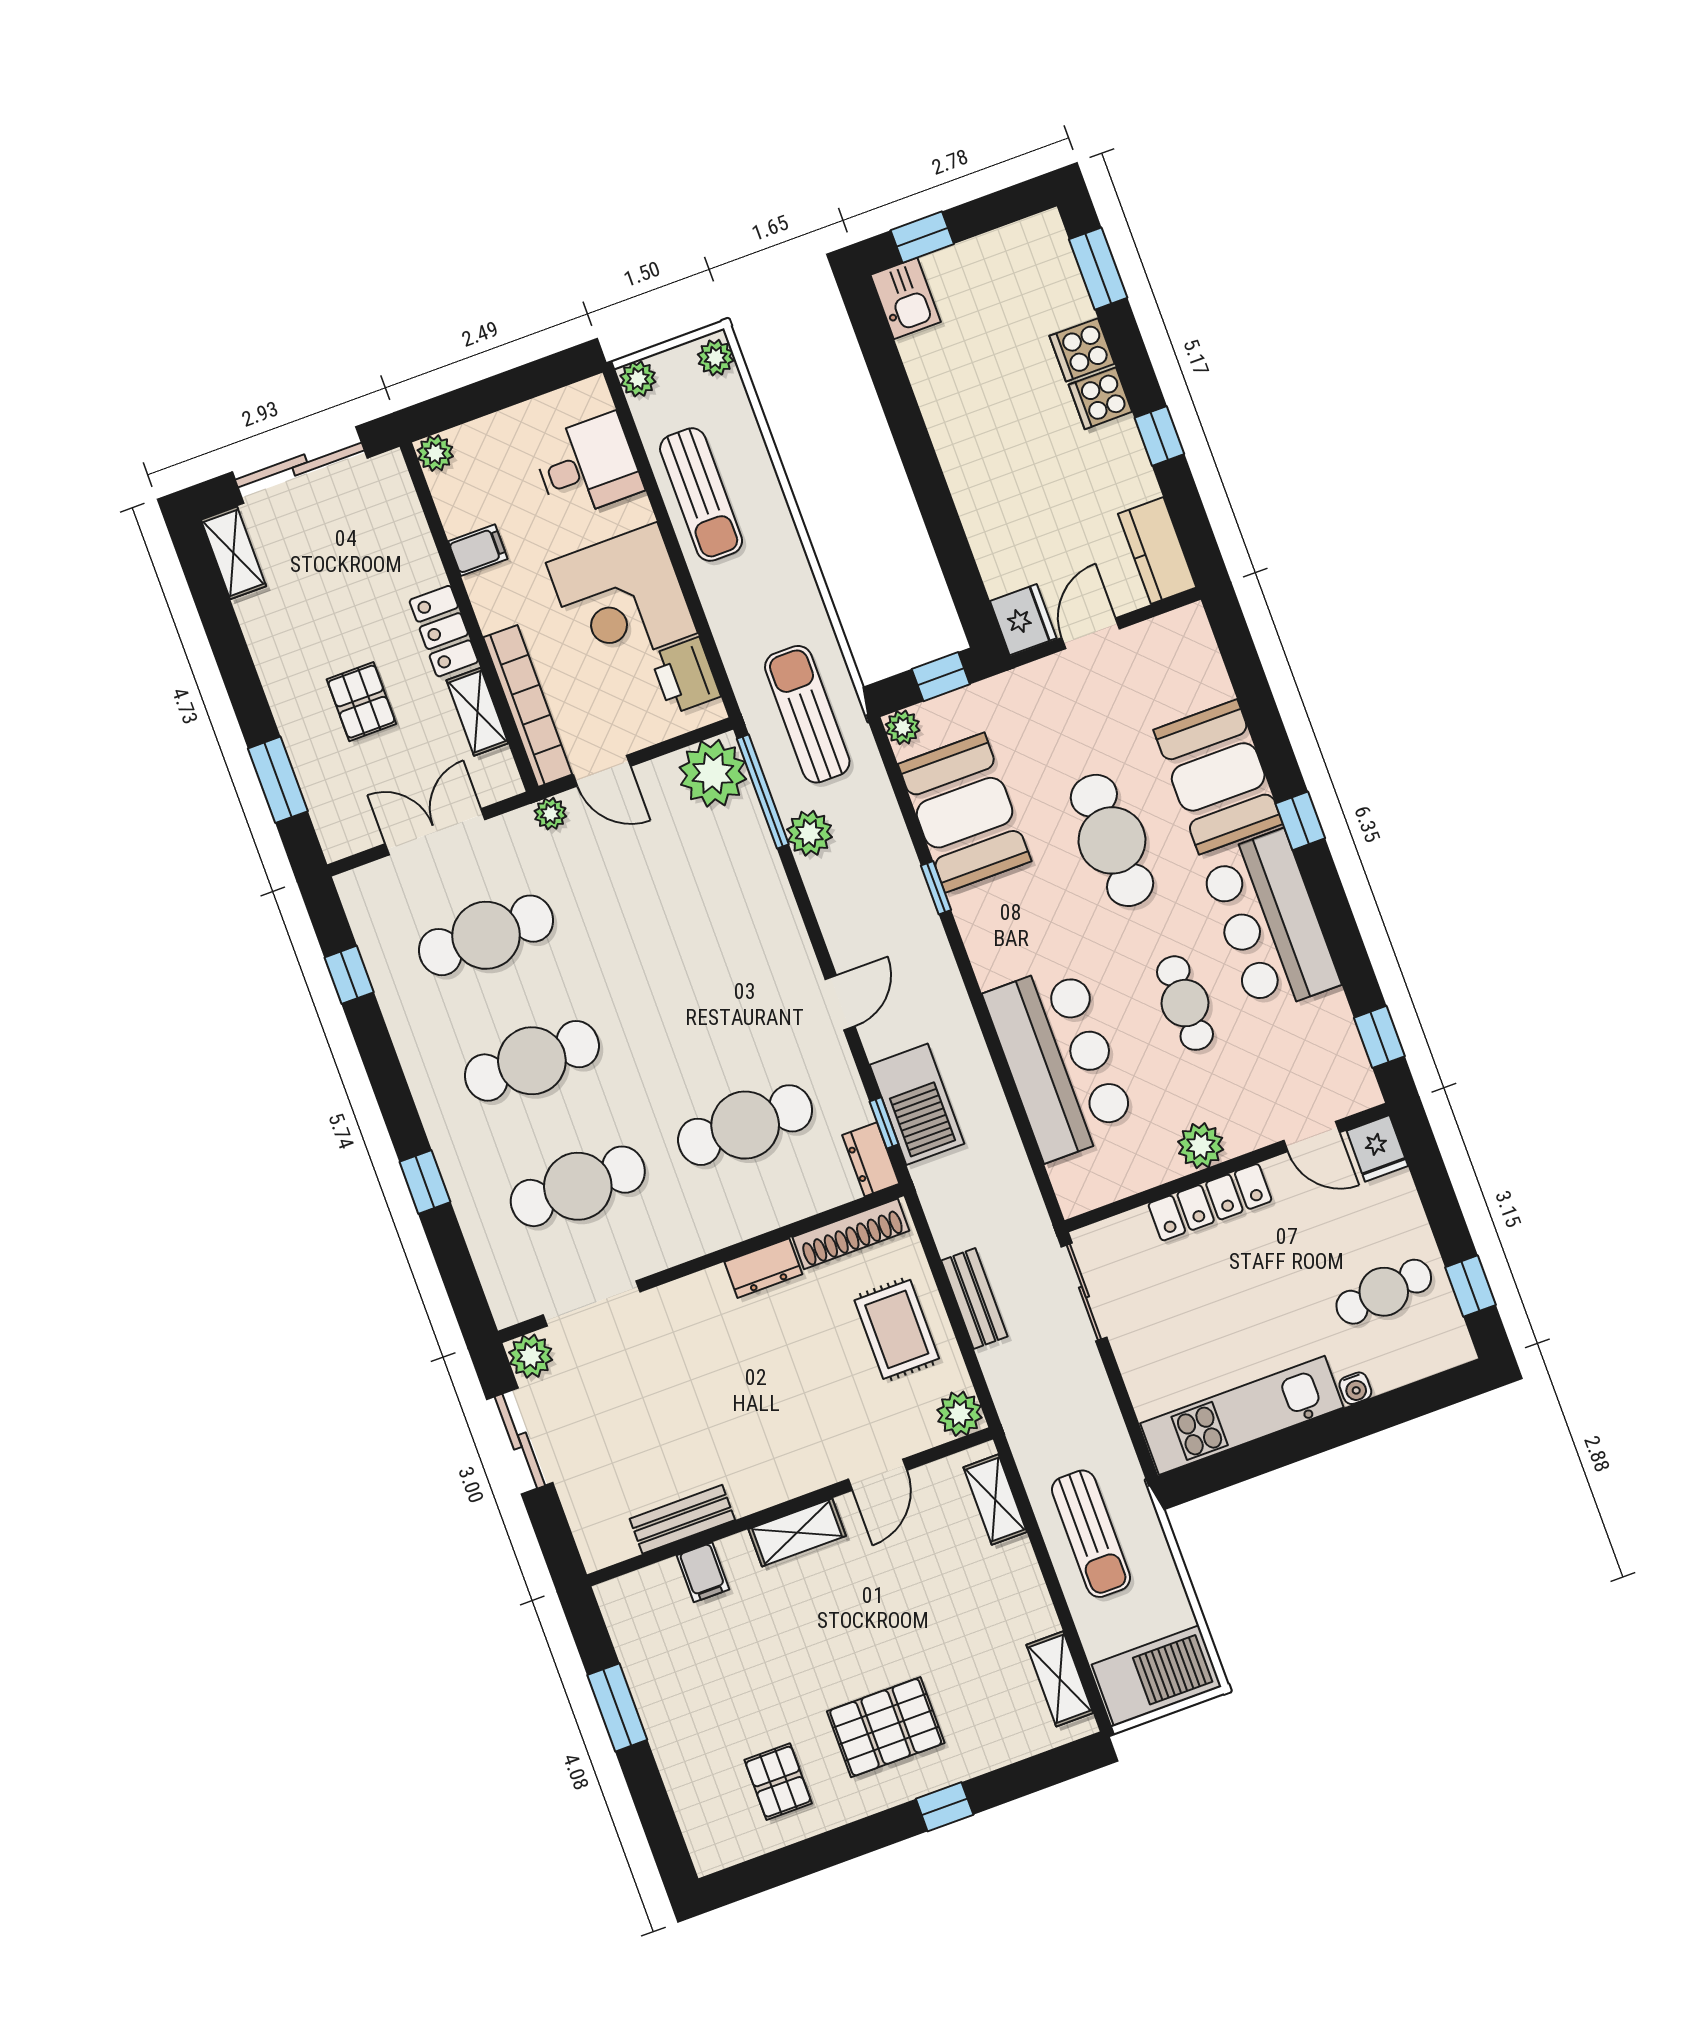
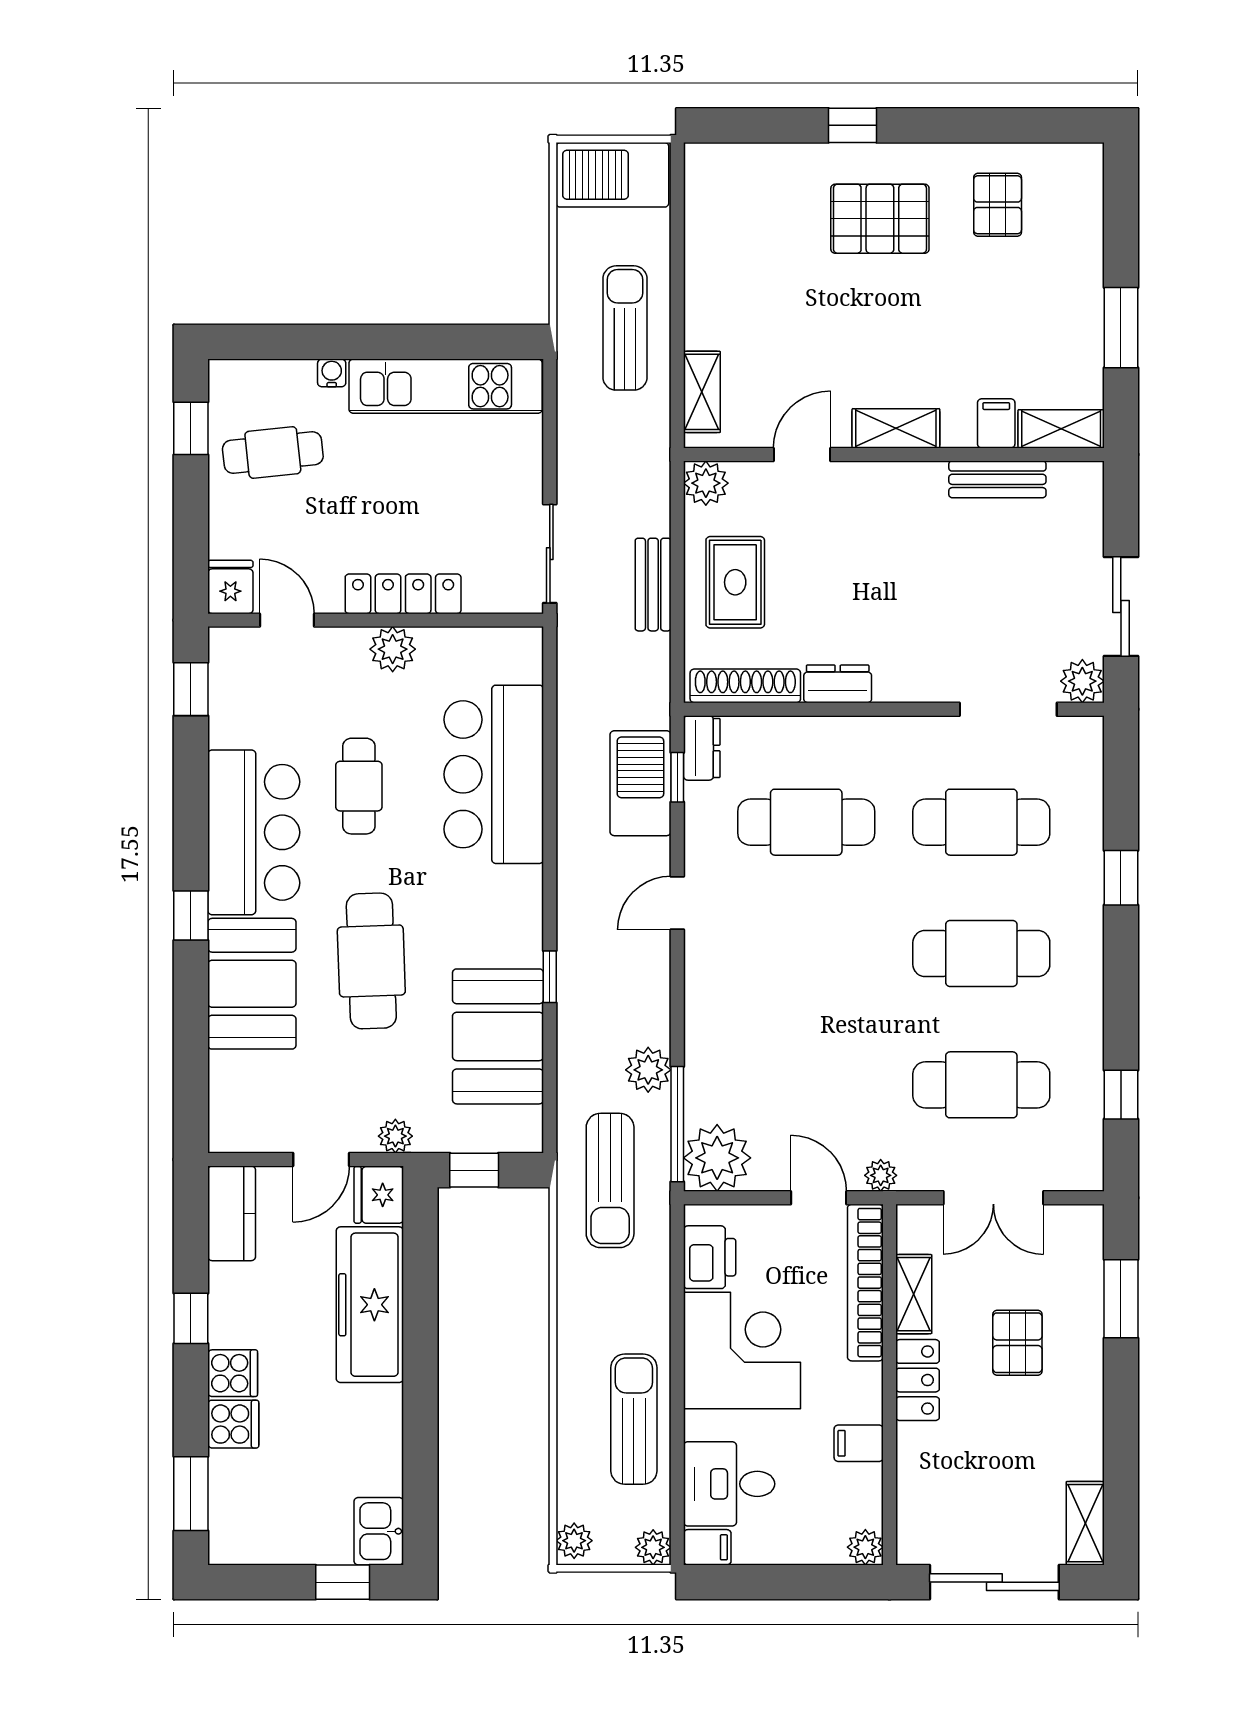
filing cabinet: (586, 398) -> (707, 1547), added
freezer: (993, 512) -> (370, 1305), added
plant: (903, 727) -> (395, 1136), moved
shelving: (1060, 1679) -> (1061, 429), moved, turned 90

